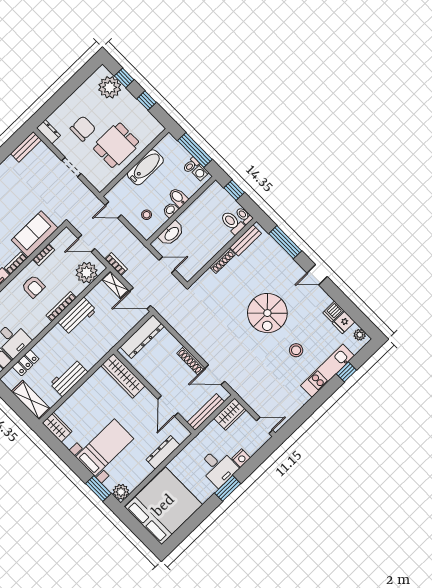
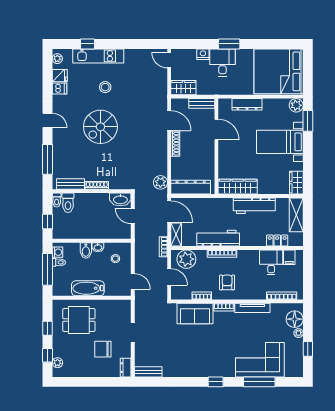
plant: (110, 87) -> (57, 363), width x0.53, depth x0.53
dining table: (116, 145) -> (79, 320), moved
washbasin: (171, 233) -> (120, 199), moved, turned 180
spiral stairs: (267, 313) -> (100, 127), turned 180
workbench: (77, 316) -> (218, 238), width x1.37
plant: (171, 316) -> (160, 182), added
wardrobe: (123, 376) -> (238, 187), moved, turned -90
workbench: (69, 378) -> (254, 206), width x1.37
door: (168, 406) -> (216, 130), hinge flipped
bench: (206, 412) -> (202, 103), width x0.73

